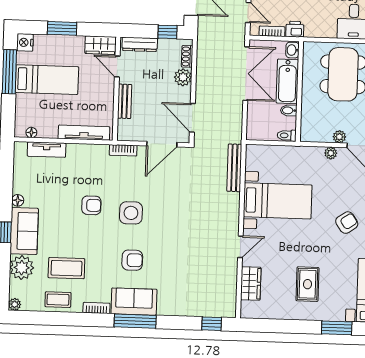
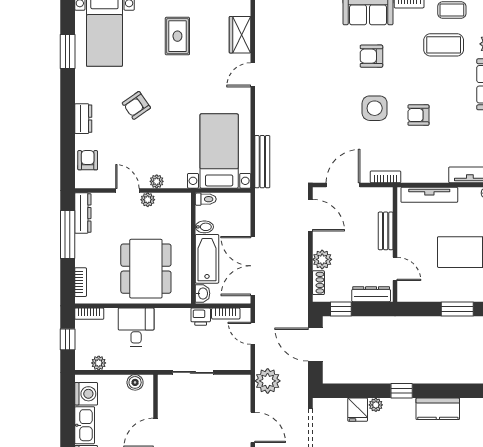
wardrobe: (101, 45) -> (414, 292), removed
bed with nightstands: (278, 201) -> (219, 151), moved, turned 90

